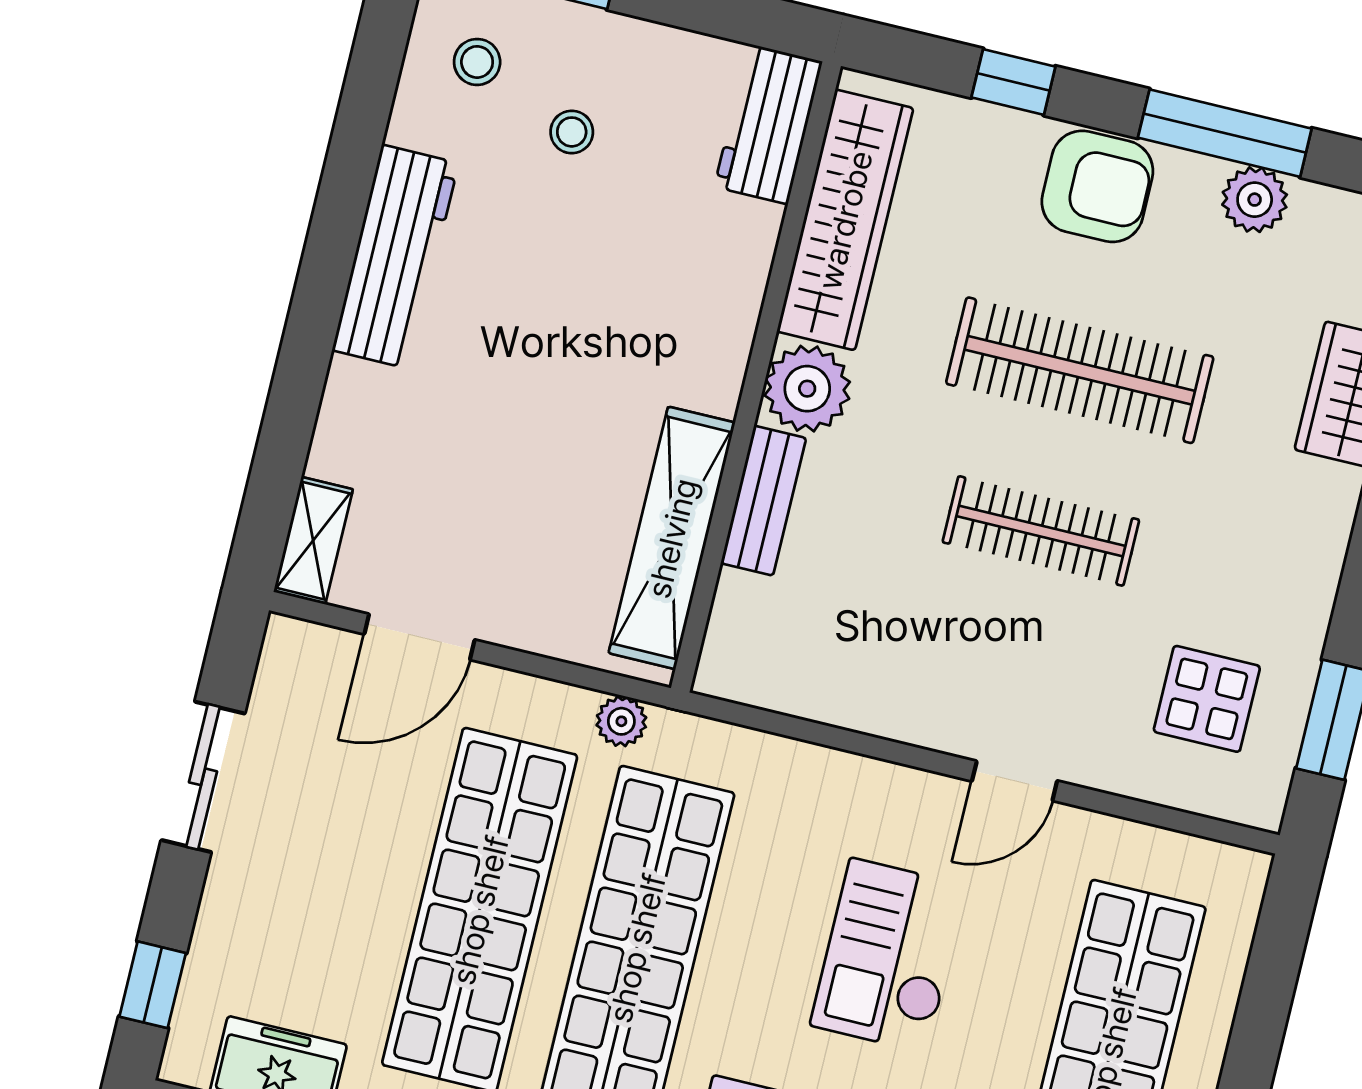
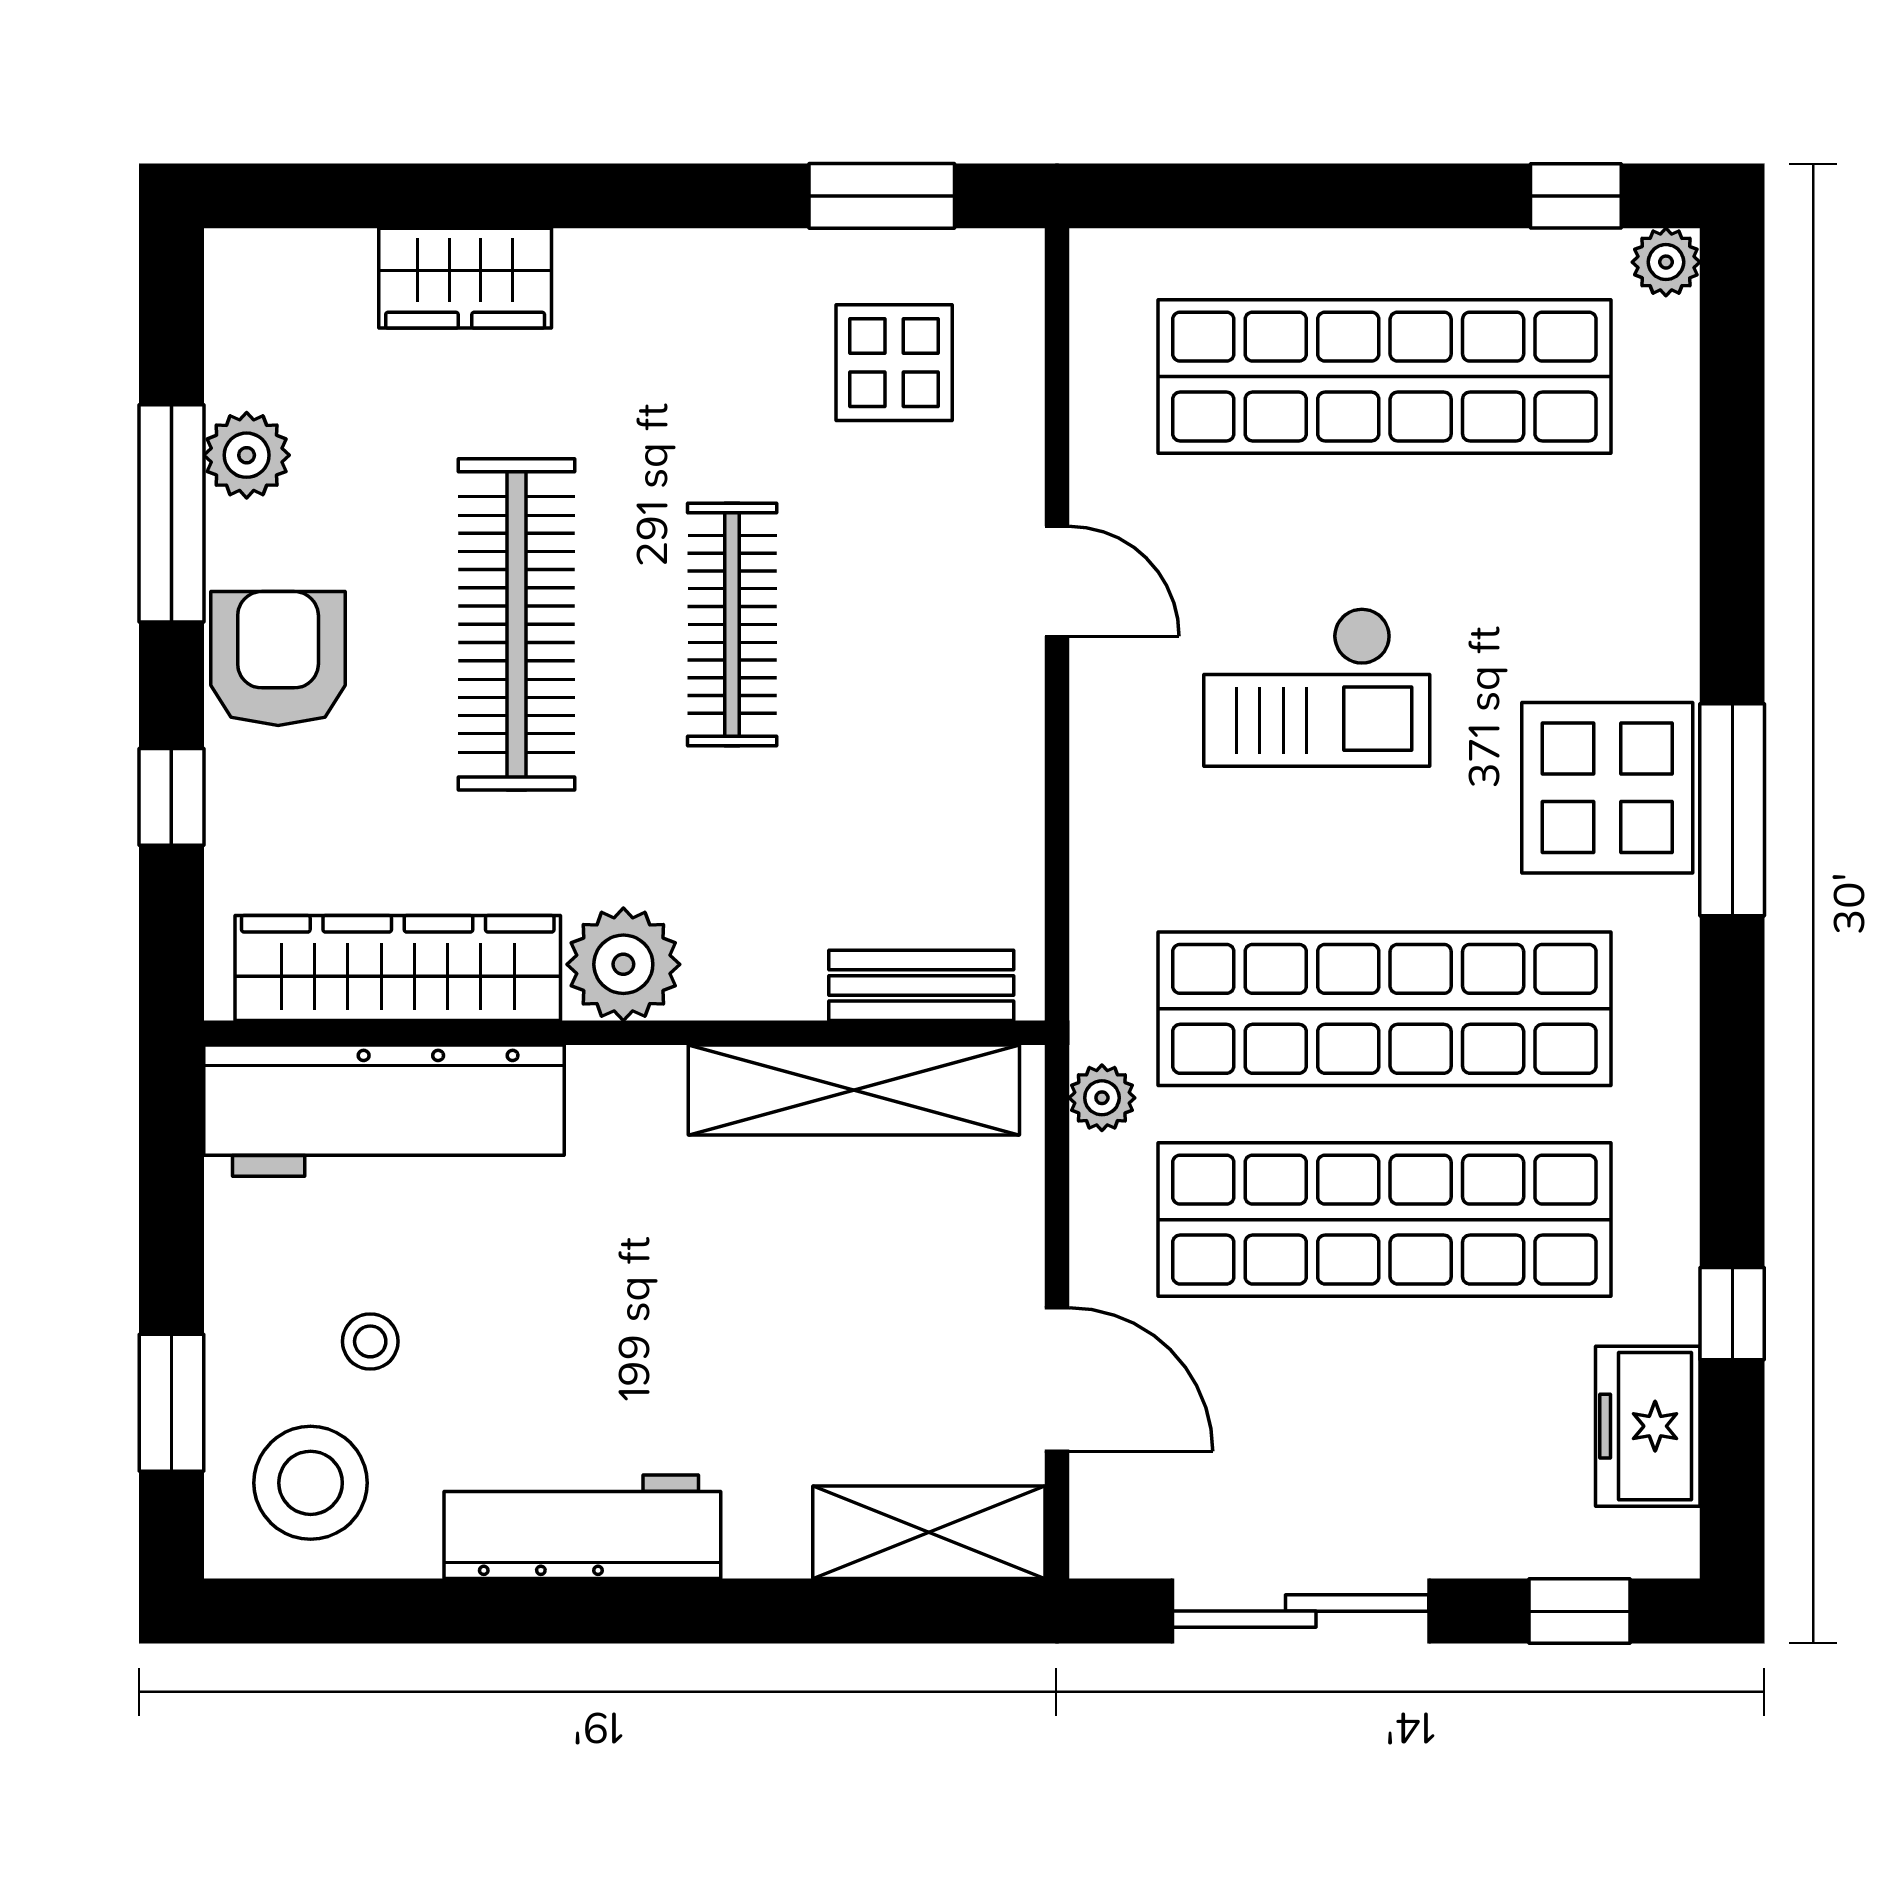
stool: (477, 62) -> (311, 1483), width x1.89, depth x1.89
workbench: (768, 124) -> (384, 1111), width x1.88, depth x1.32
bench: (763, 501) -> (921, 985), moved
shelving: (313, 541) -> (929, 1532), width x1.50, depth x1.33
sliding door: (203, 777) -> (1301, 1611), width x1.37

